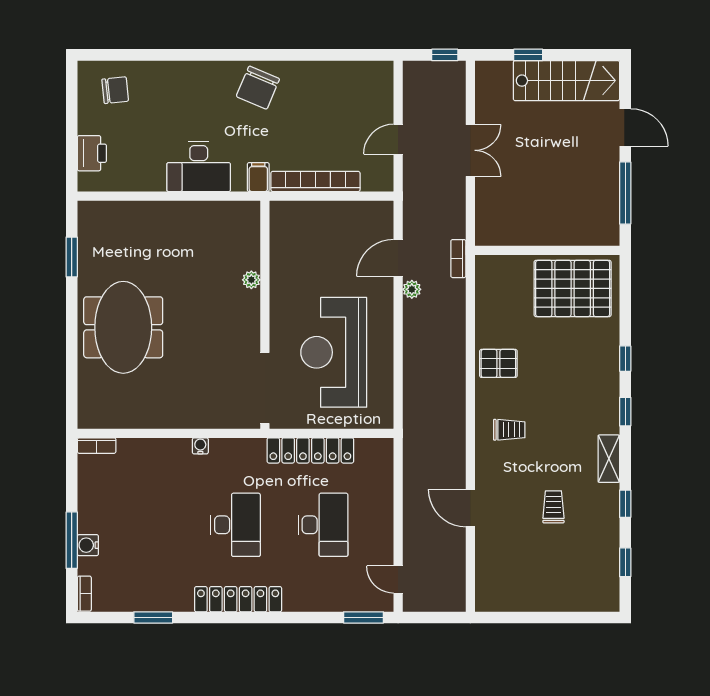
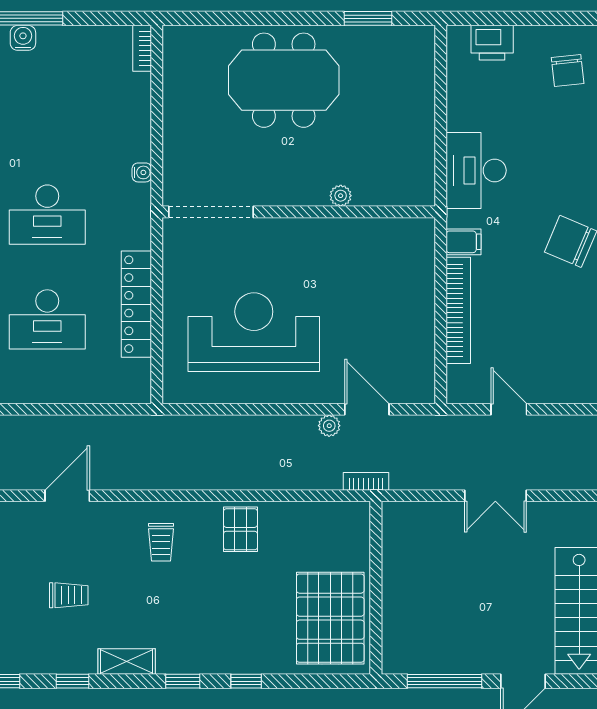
plant: (251, 280) -> (341, 196), moved
wall: (265, 315) -> (299, 212), moved
doorway: (265, 388) -> (211, 212), moved

